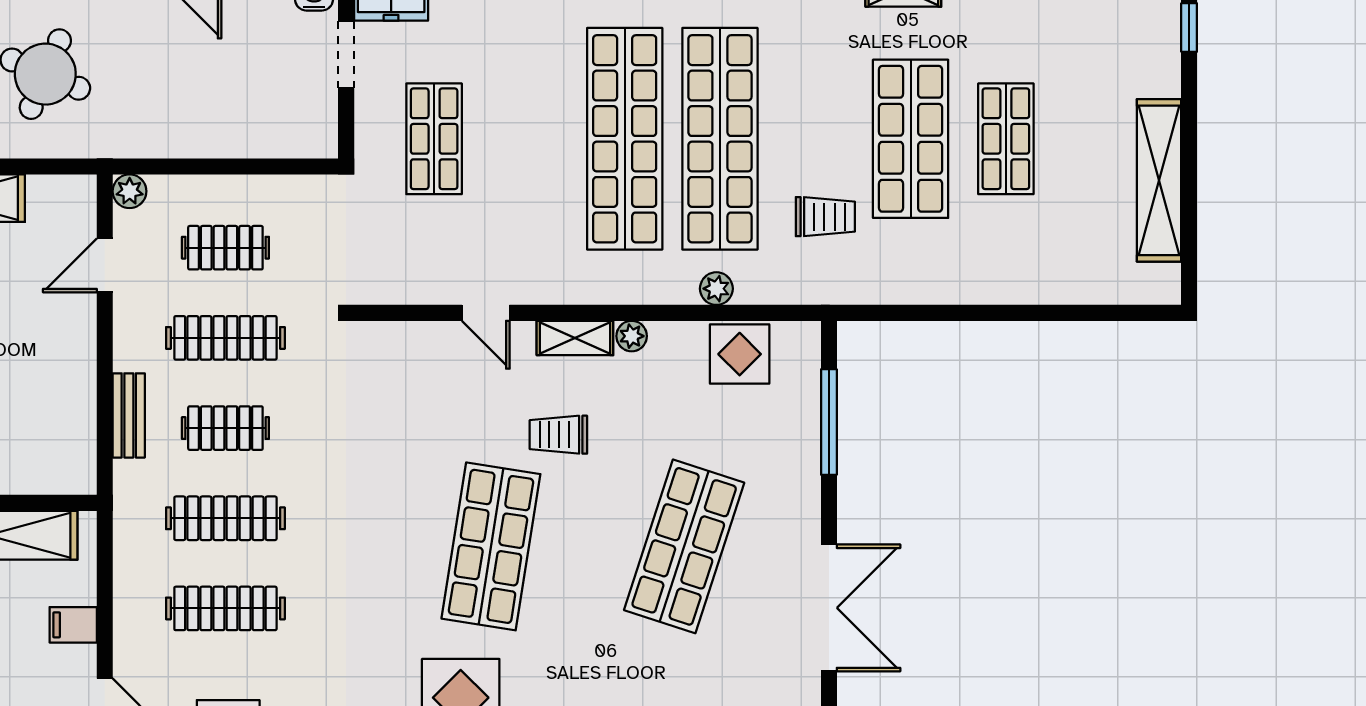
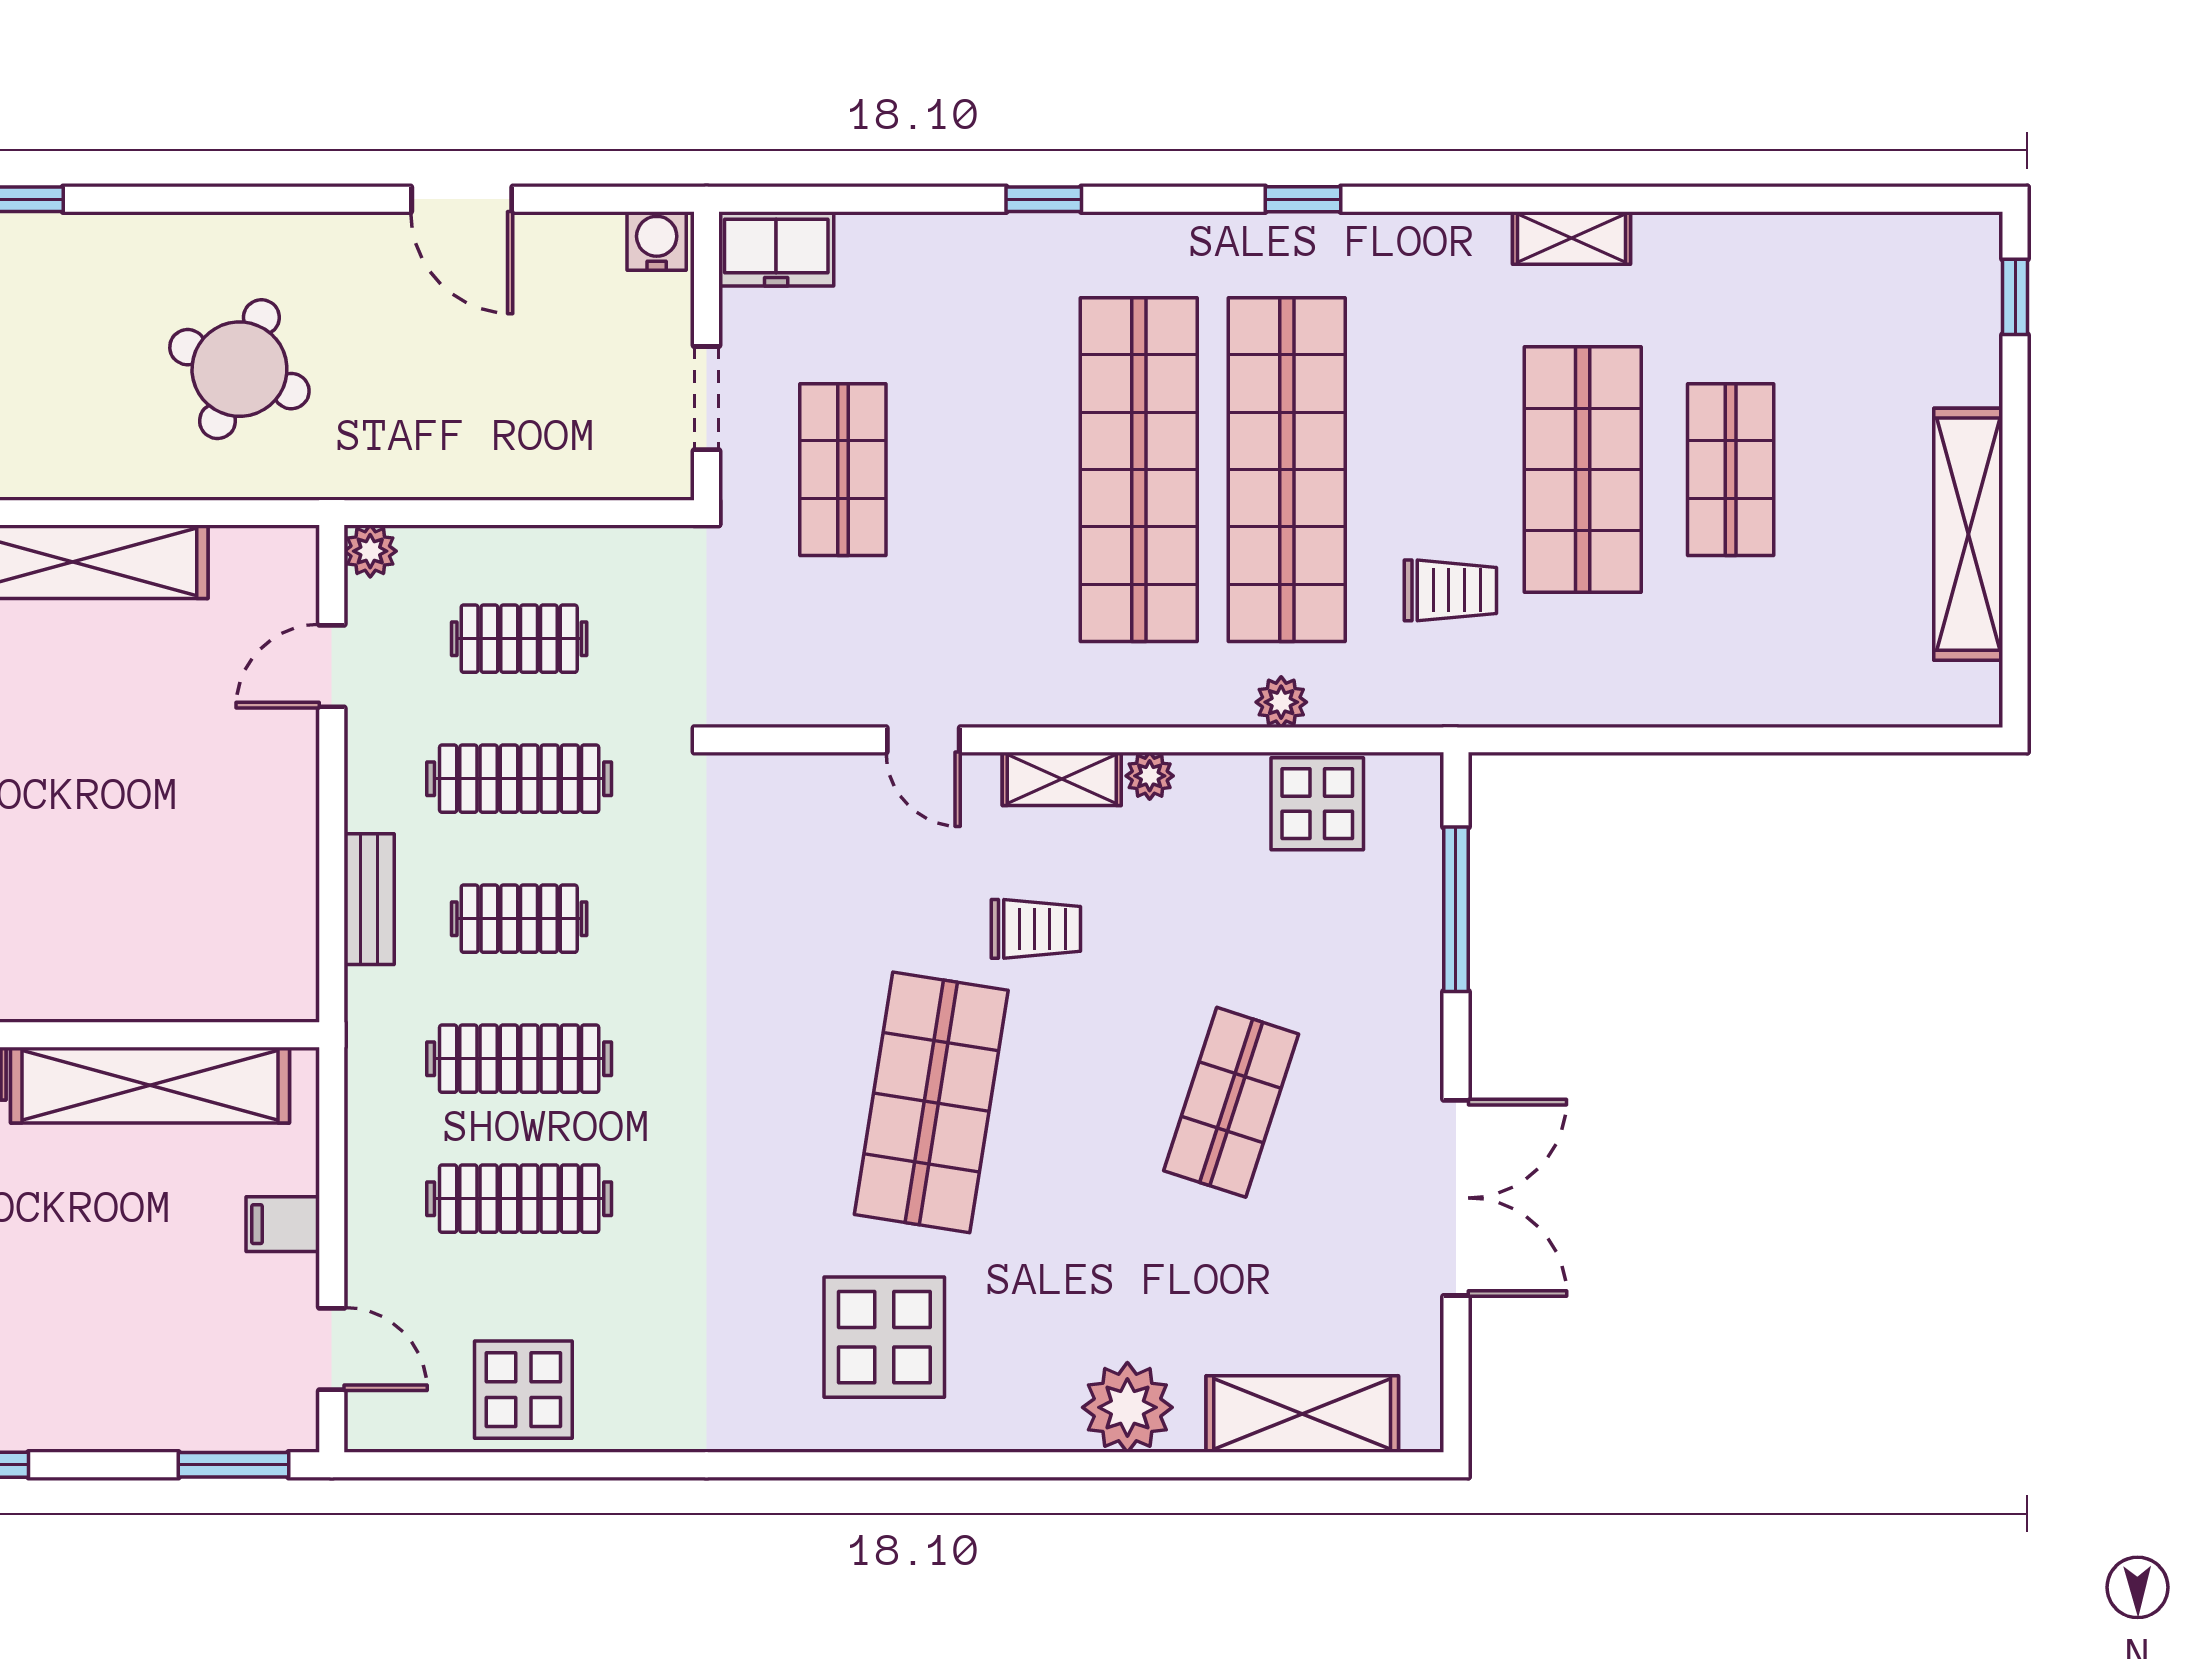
doorway: (346, 55) -> (707, 398), moved
trolley: (558, 435) -> (1036, 929), turned 180
shop shelf: (684, 546) -> (1231, 1102), width x0.70, depth x0.74

